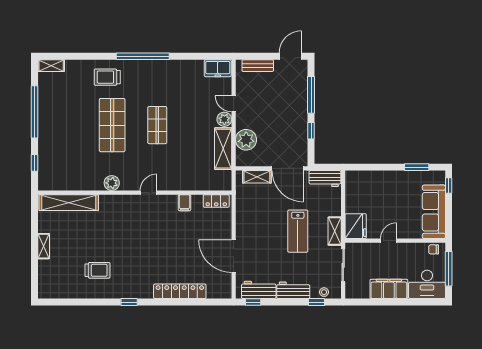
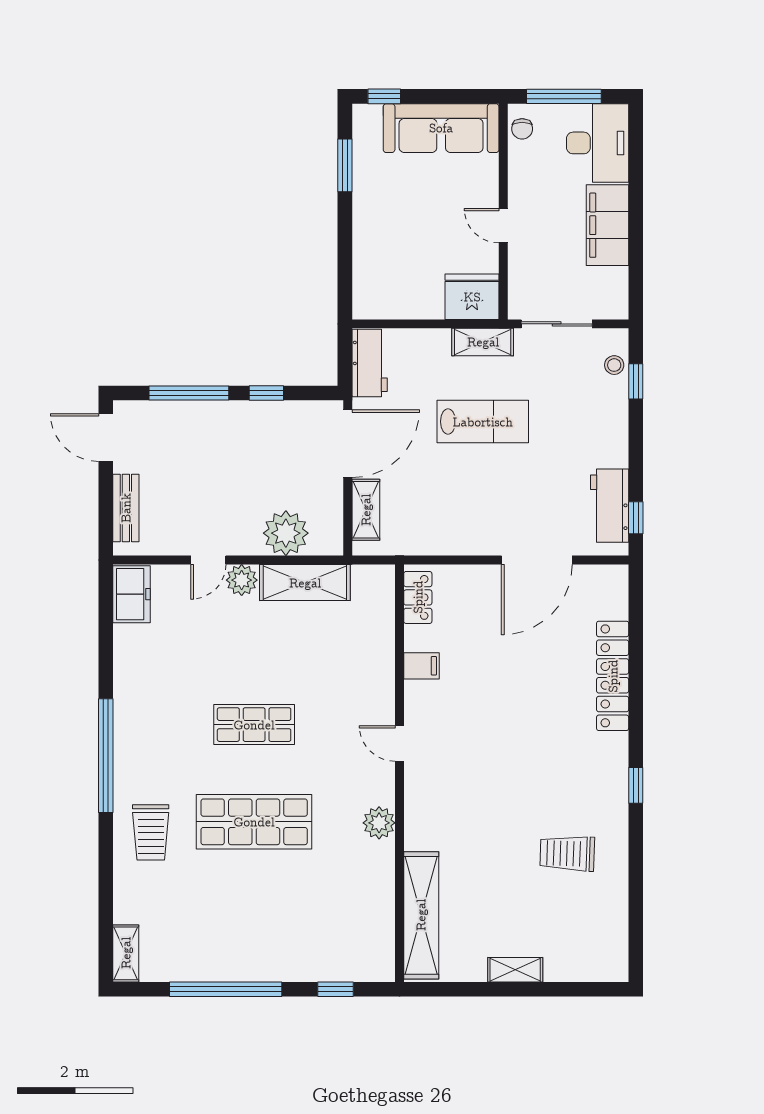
trolley: (97, 270) -> (567, 853), turned -88
workbench: (293, 290) -> (610, 431), removed

